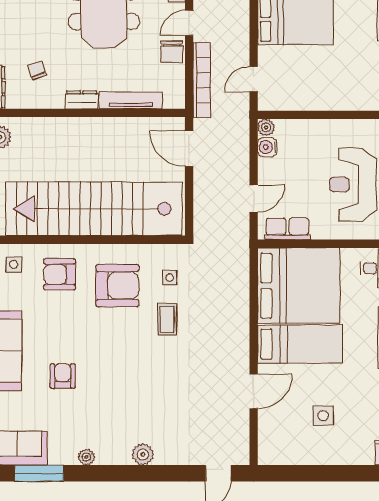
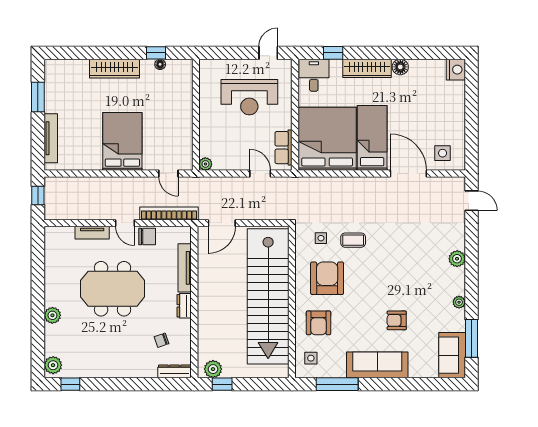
water cooler: (267, 147) -> (221, 163), removed
door: (254, 391) -> (408, 174), width x1.36
side table: (323, 416) -> (443, 153), moved

